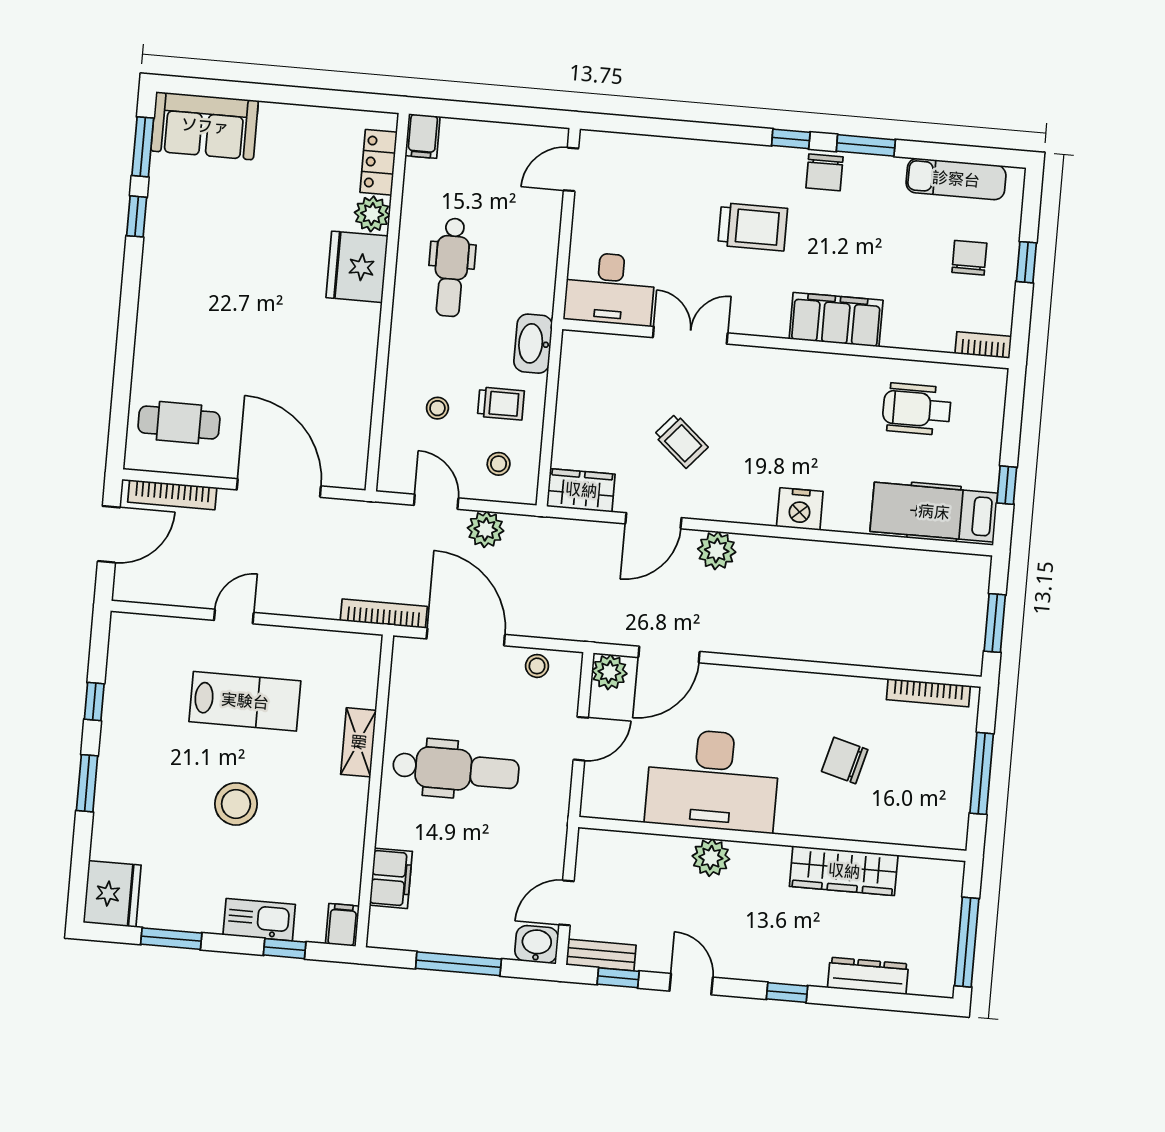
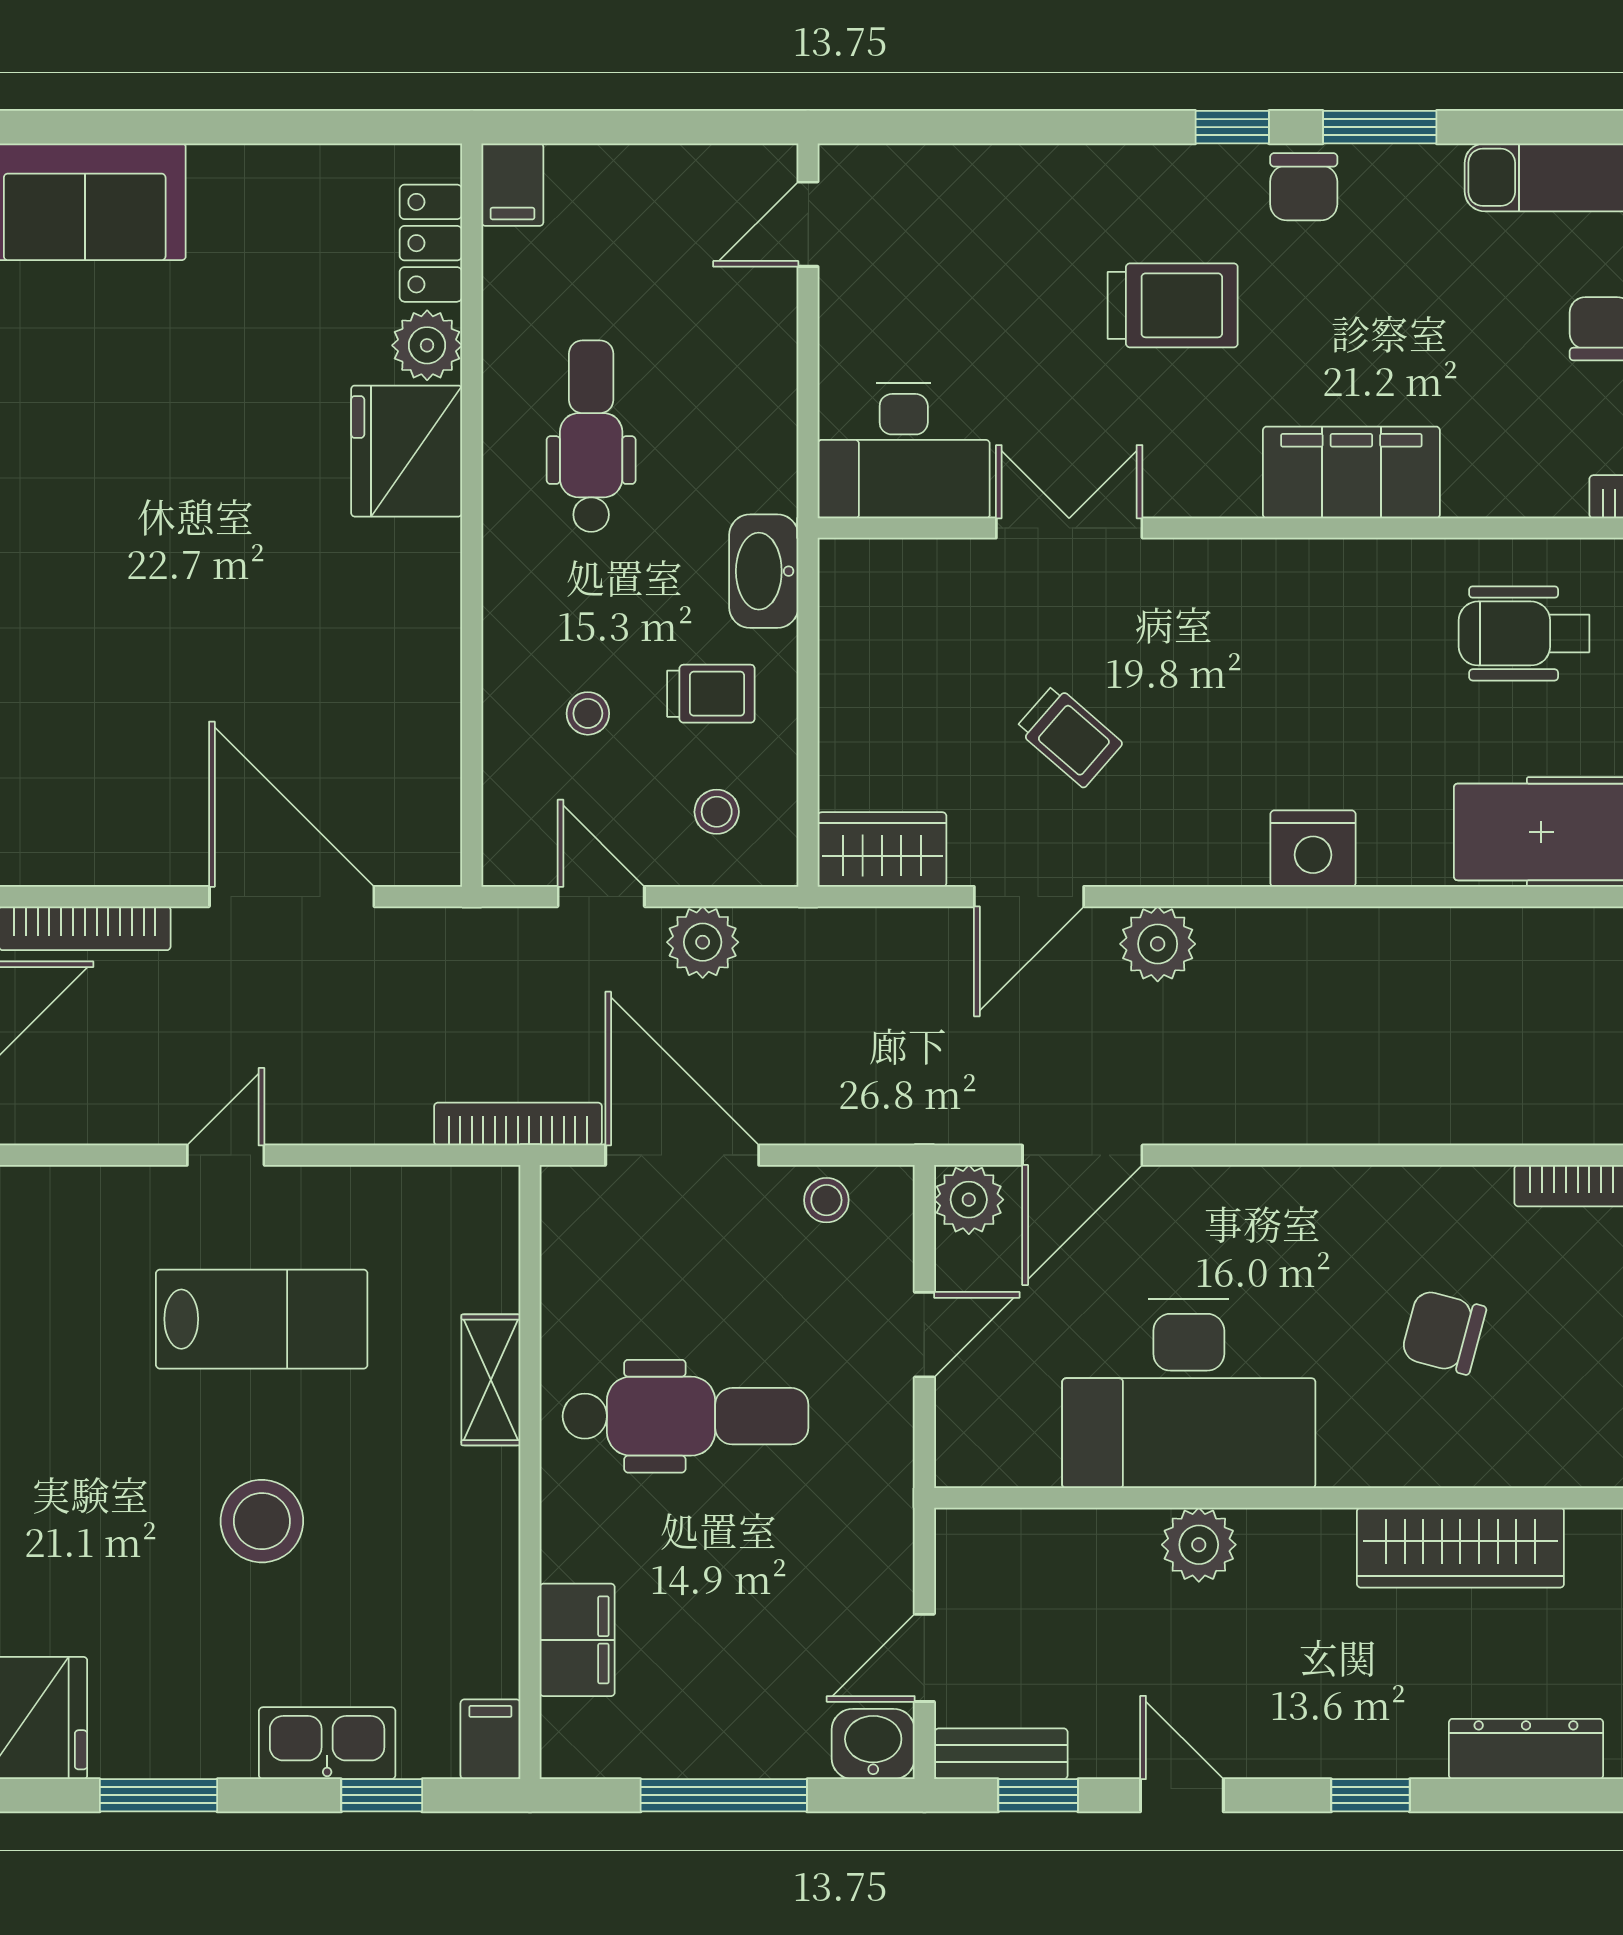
dental chair: (451, 267) -> (591, 436), turned 180
cafe table: (179, 423) -> (85, 786), removed

